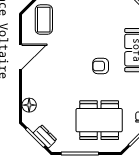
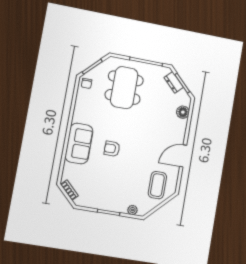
armchair: (101, 66) -> (112, 149), moved, turned 180
dining table: (99, 120) -> (124, 88), turned 90

